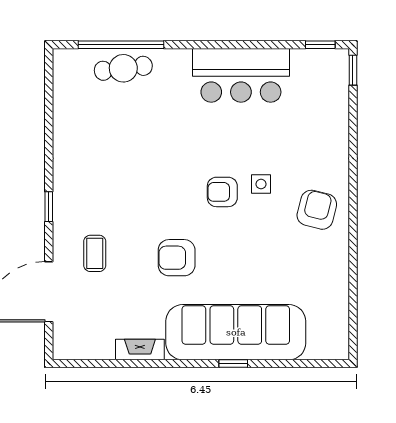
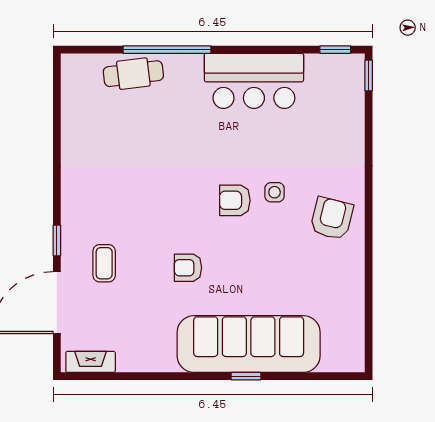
window: (121, 45) -> (167, 50), moved
window: (49, 207) -> (57, 241), moved
armchair: (177, 258) -> (188, 268), width x0.72, depth x0.72
fireplace: (140, 350) -> (91, 362), moved

